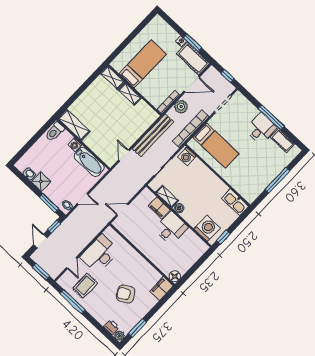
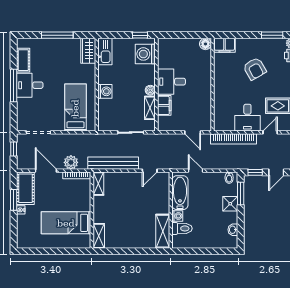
shelving: (130, 94) -> (98, 184), moved
bookcase: (191, 129) -> (234, 139), moved
toilet: (55, 132) -> (182, 228), moved
washing machine: (187, 157) -> (105, 91), moved
shower: (41, 181) -> (230, 204), moved
wardrobe: (247, 191) -> (88, 51), added
door: (83, 199) -> (195, 171), moved
desk: (100, 254) -> (247, 118), width x0.73

